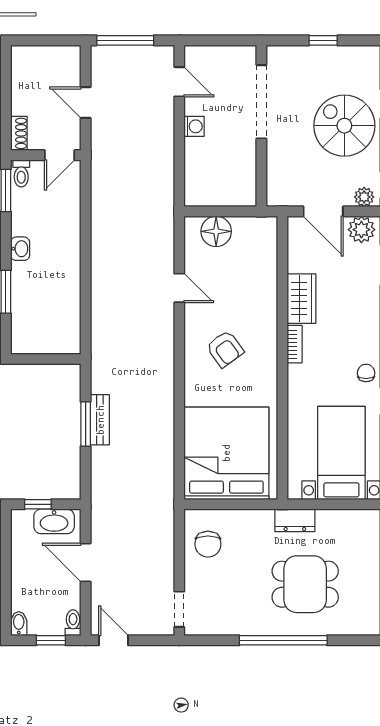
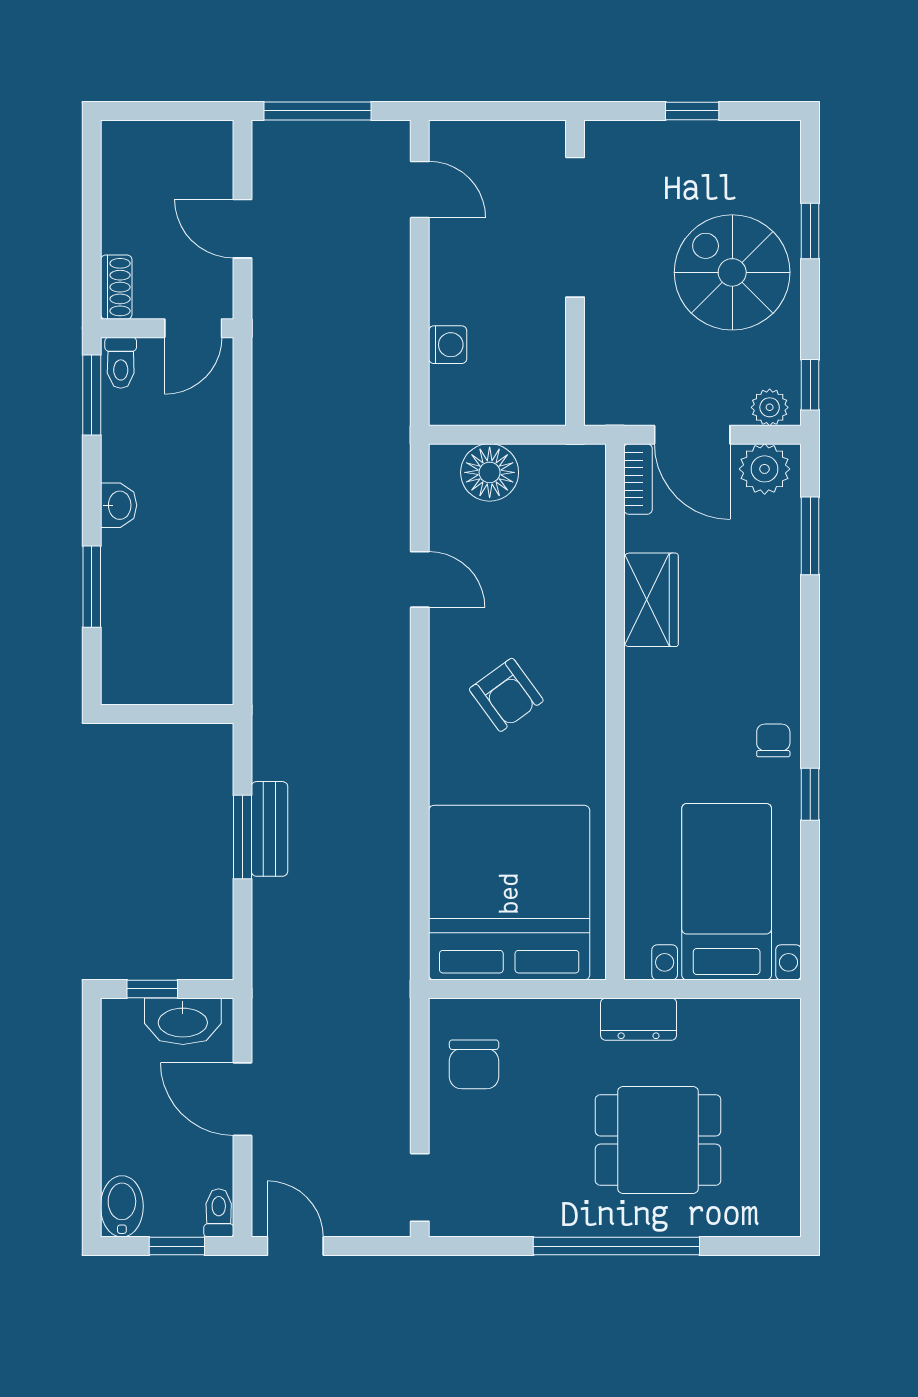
washing machine: (194, 126) -> (448, 345), moved
bookcase: (295, 344) -> (638, 479), moved
bidet: (19, 624) -> (122, 1206), width x1.38, depth x1.36

